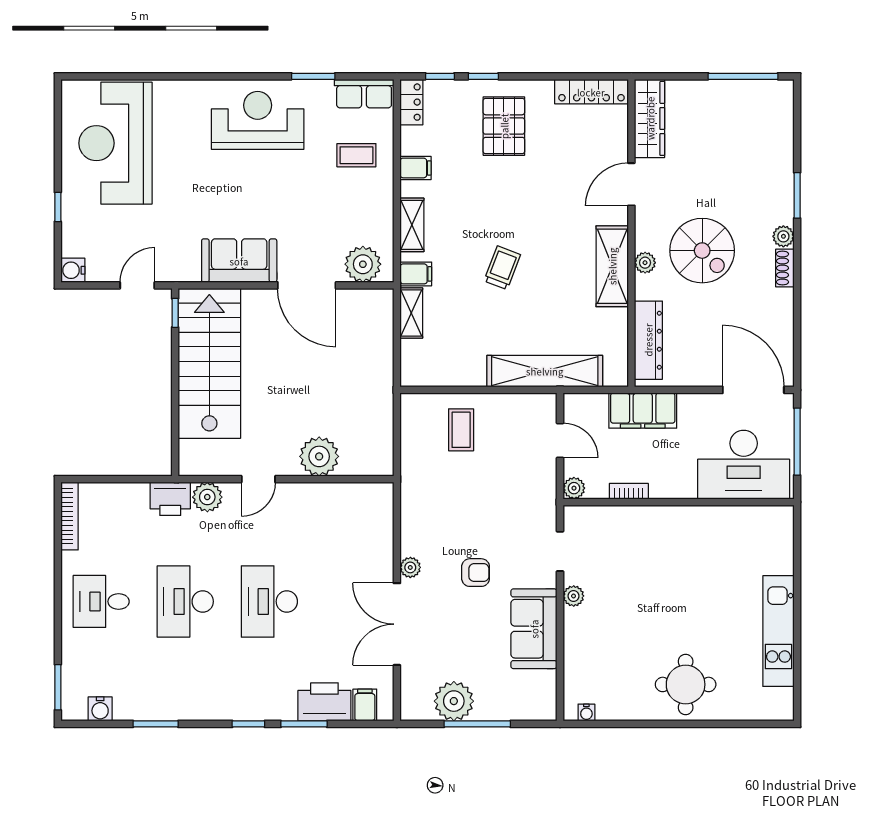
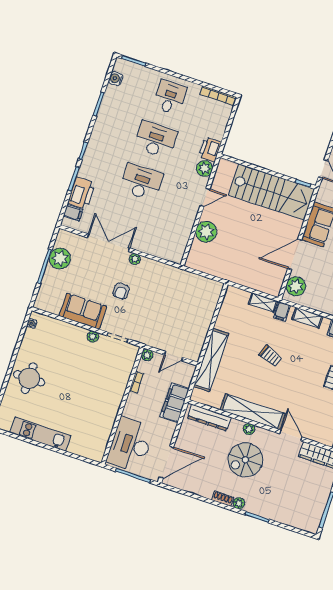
shelving: (612, 266) -> (253, 412), width x1.47
coffee table: (461, 430) -> (196, 308), removed
door: (258, 479) -> (205, 197), swing flipped

